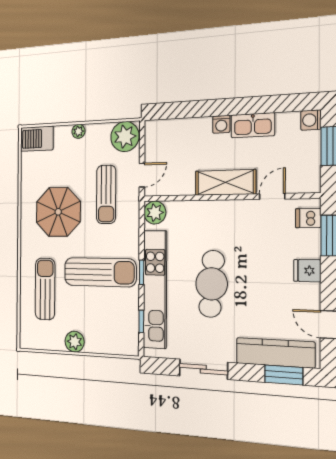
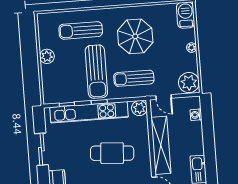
washing machine: (221, 124) -> (196, 115), moved
shelving: (225, 182) -> (161, 145), width x1.47
sun lounger: (106, 194) -> (134, 78), moved
cafe table: (212, 284) -> (112, 153), moved
sun lounger: (45, 289) -> (81, 30), turned 180

